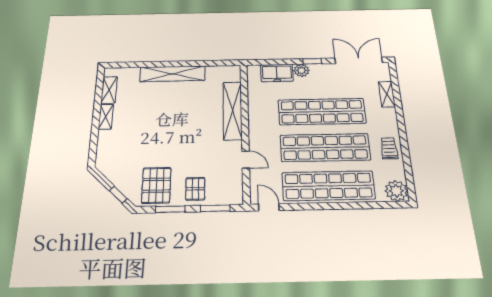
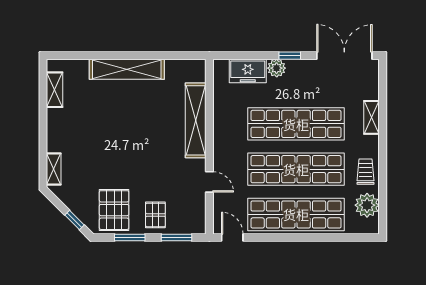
shelving: (387, 94) -> (372, 117), moved
shelving: (106, 117) -> (54, 169), moved
plant: (396, 191) -> (367, 205), moved

